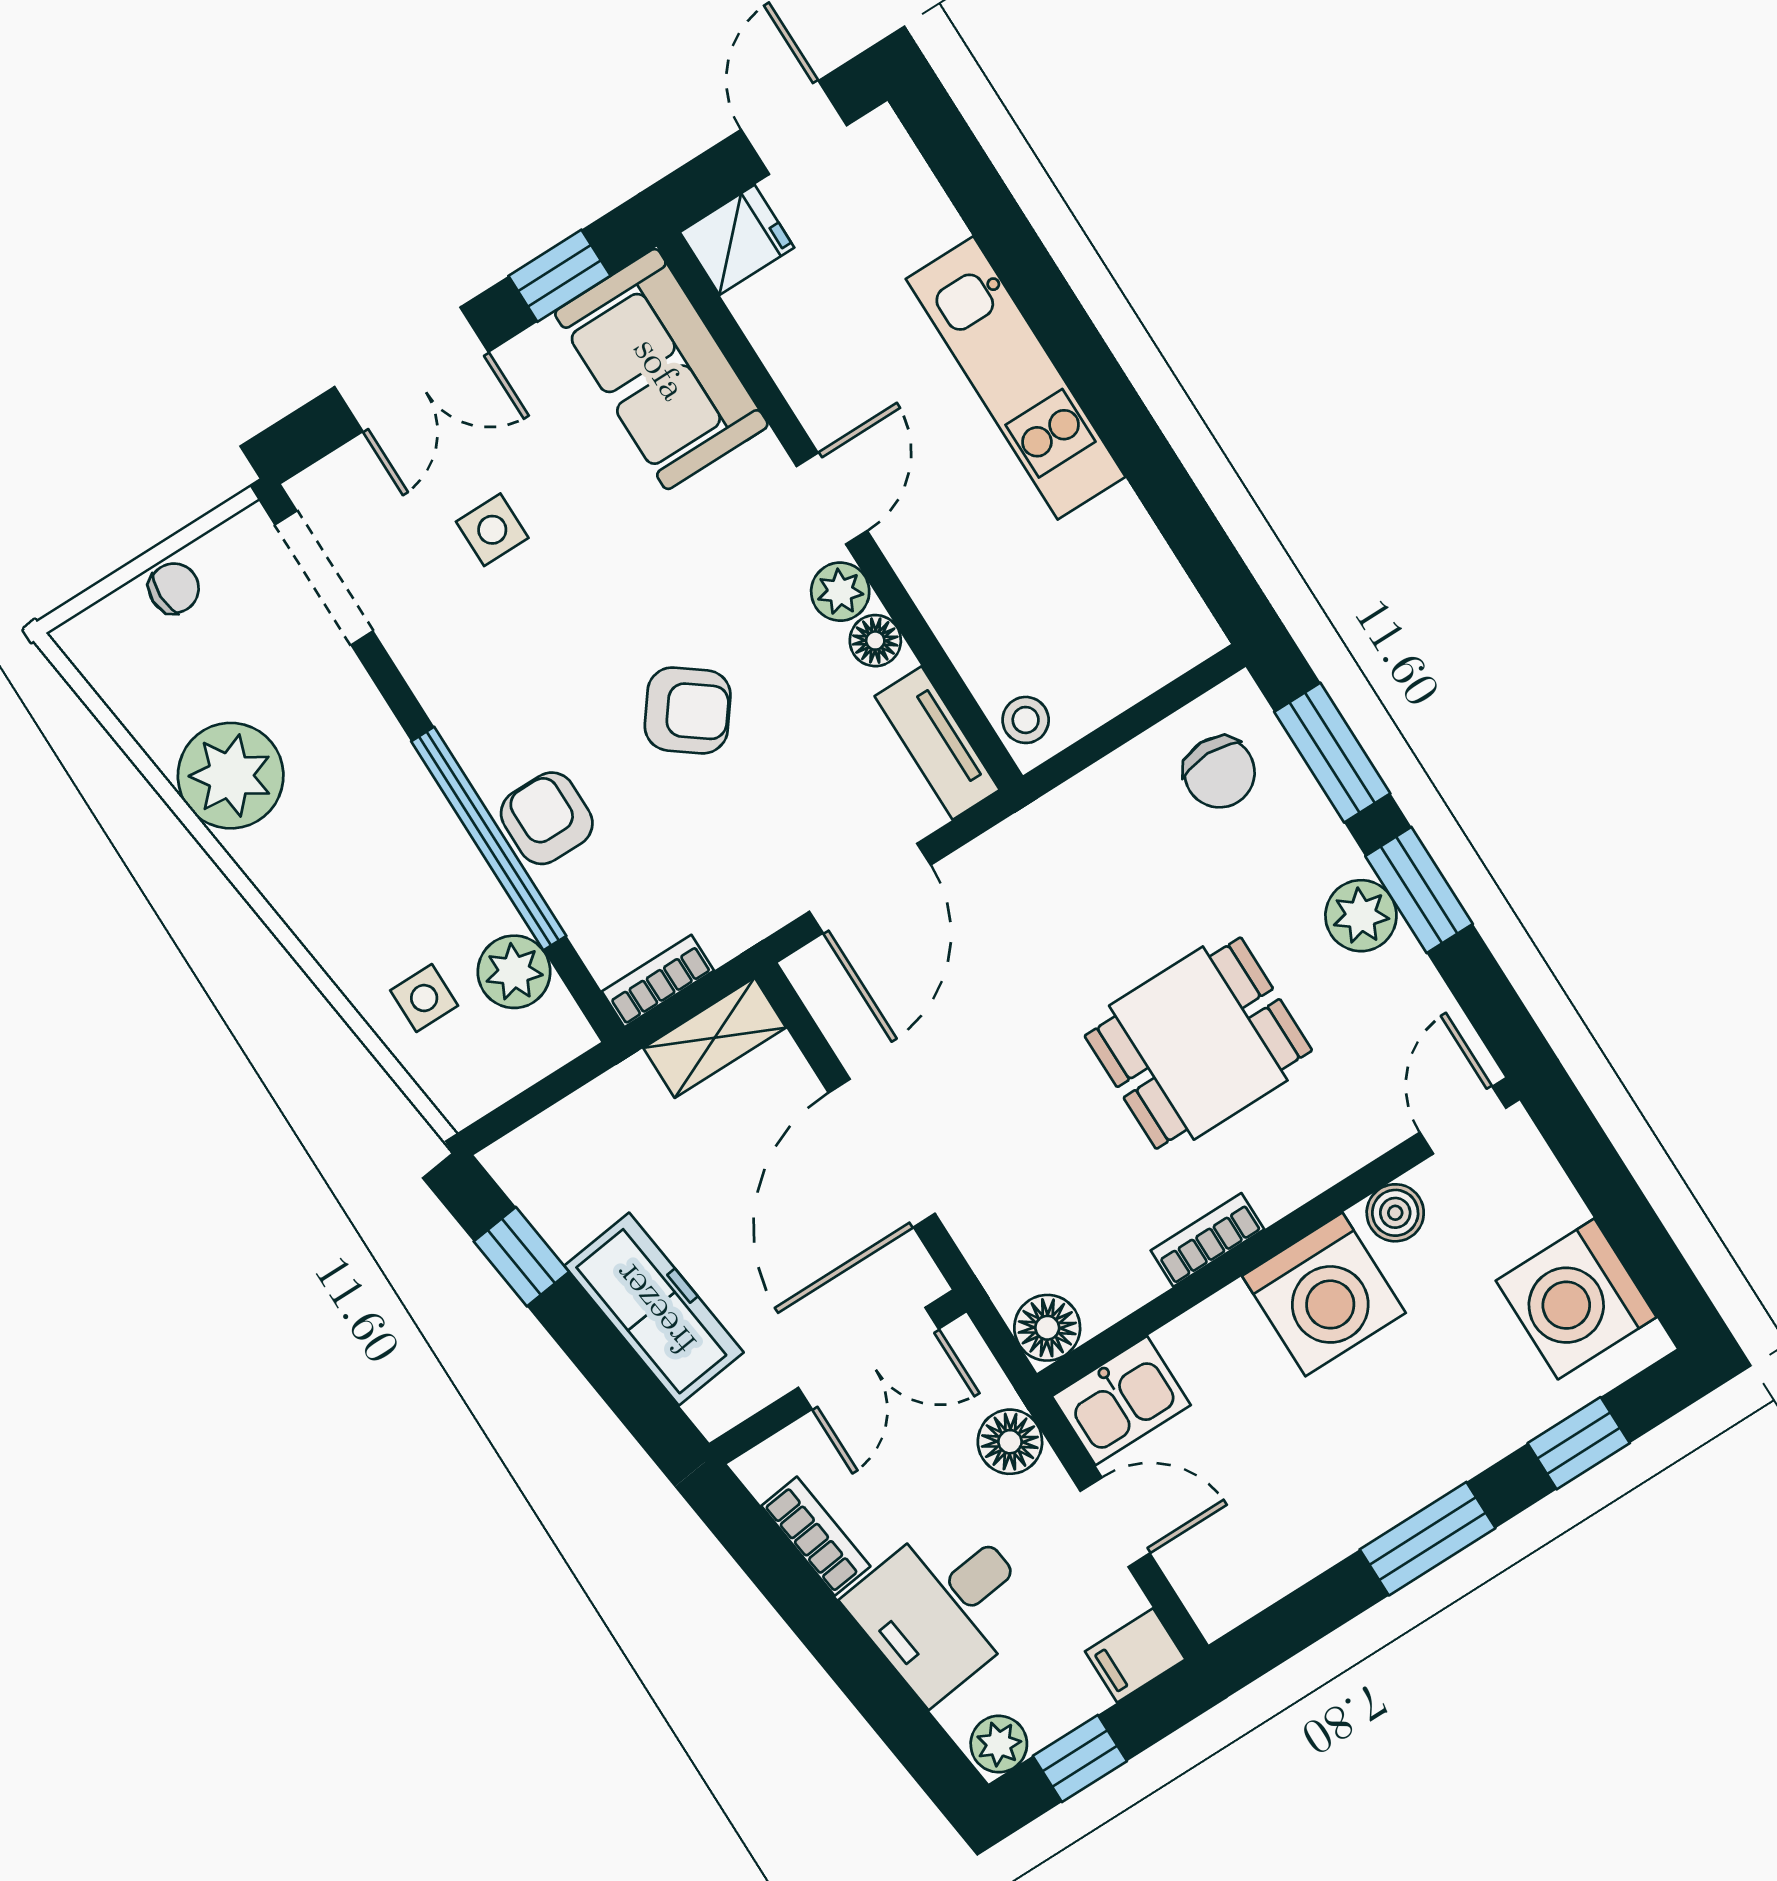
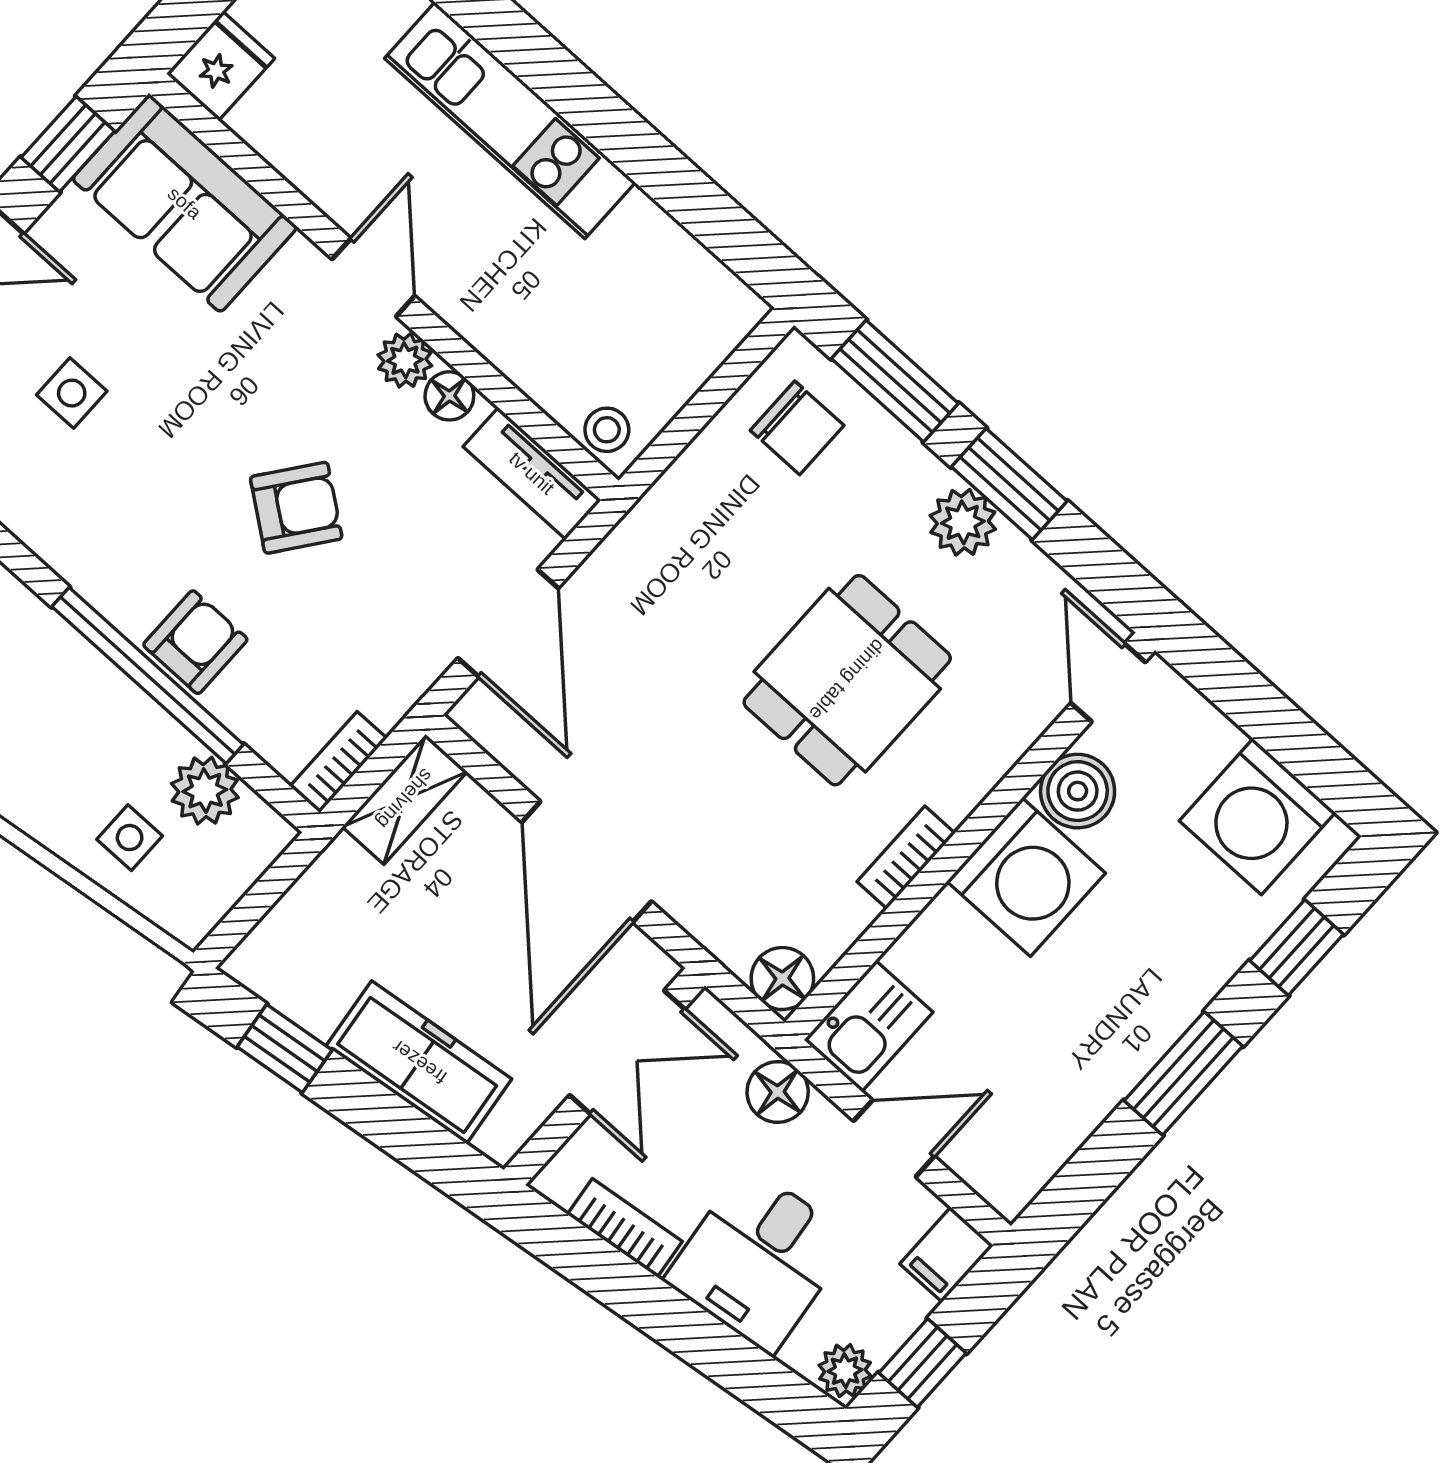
armchair: (547, 818) -> (195, 642), turned 90
boiler: (1395, 1213) -> (1078, 791), width x1.36, depth x1.36

